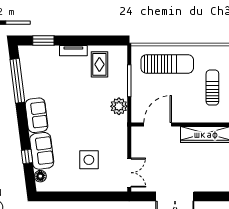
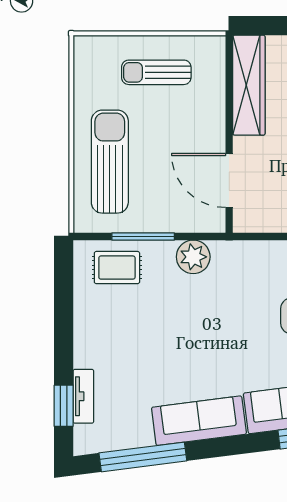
tv unit: (73, 51) -> (83, 396), moved
rug: (99, 64) -> (117, 268), moved
sofa: (37, 115) -> (199, 421), width x1.36

